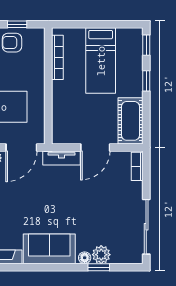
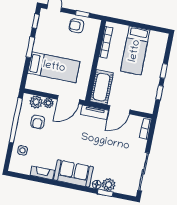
window: (146, 45) -> (159, 93), moved
cot: (130, 121) -> (102, 87), moved

